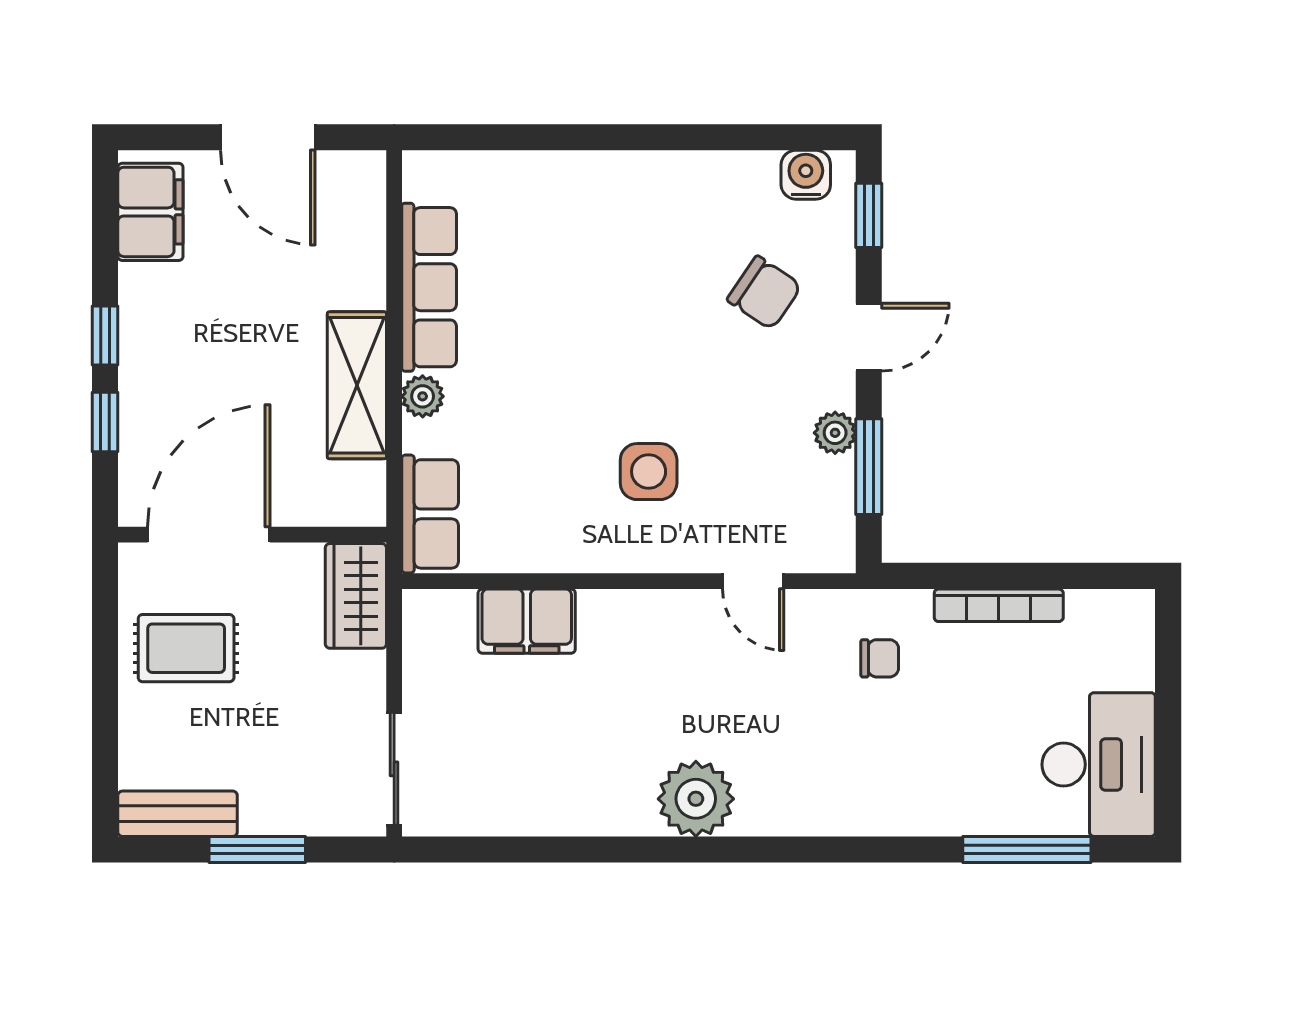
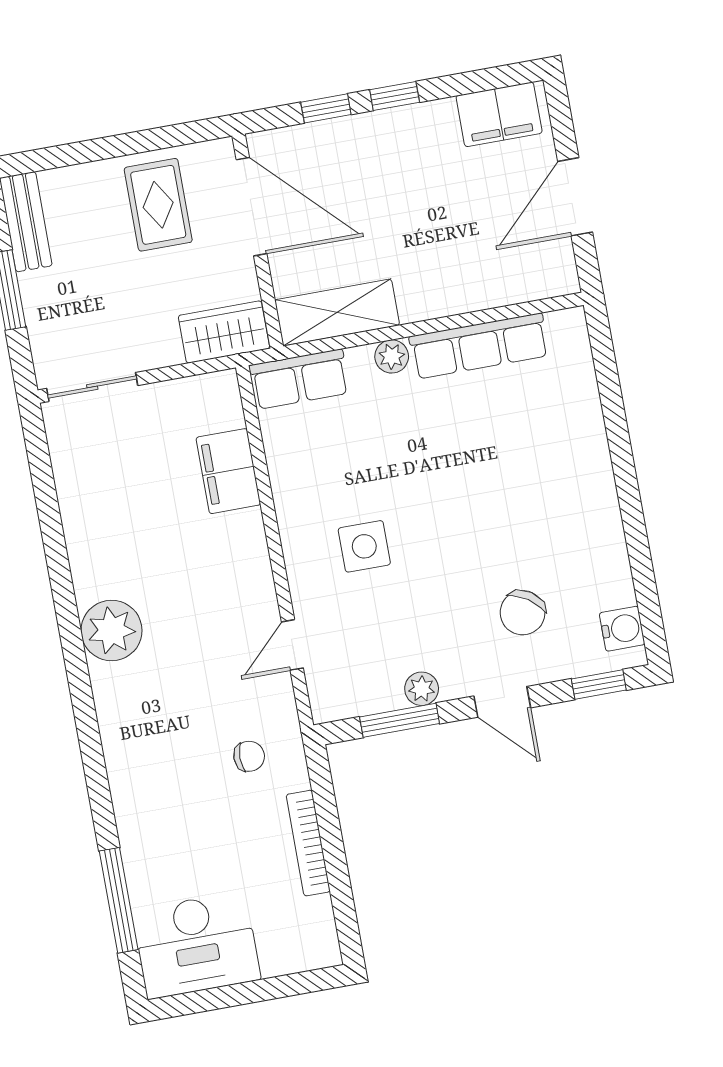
shelving: (357, 385) -> (337, 312), moved
chair: (880, 658) -> (249, 756), turned -90

